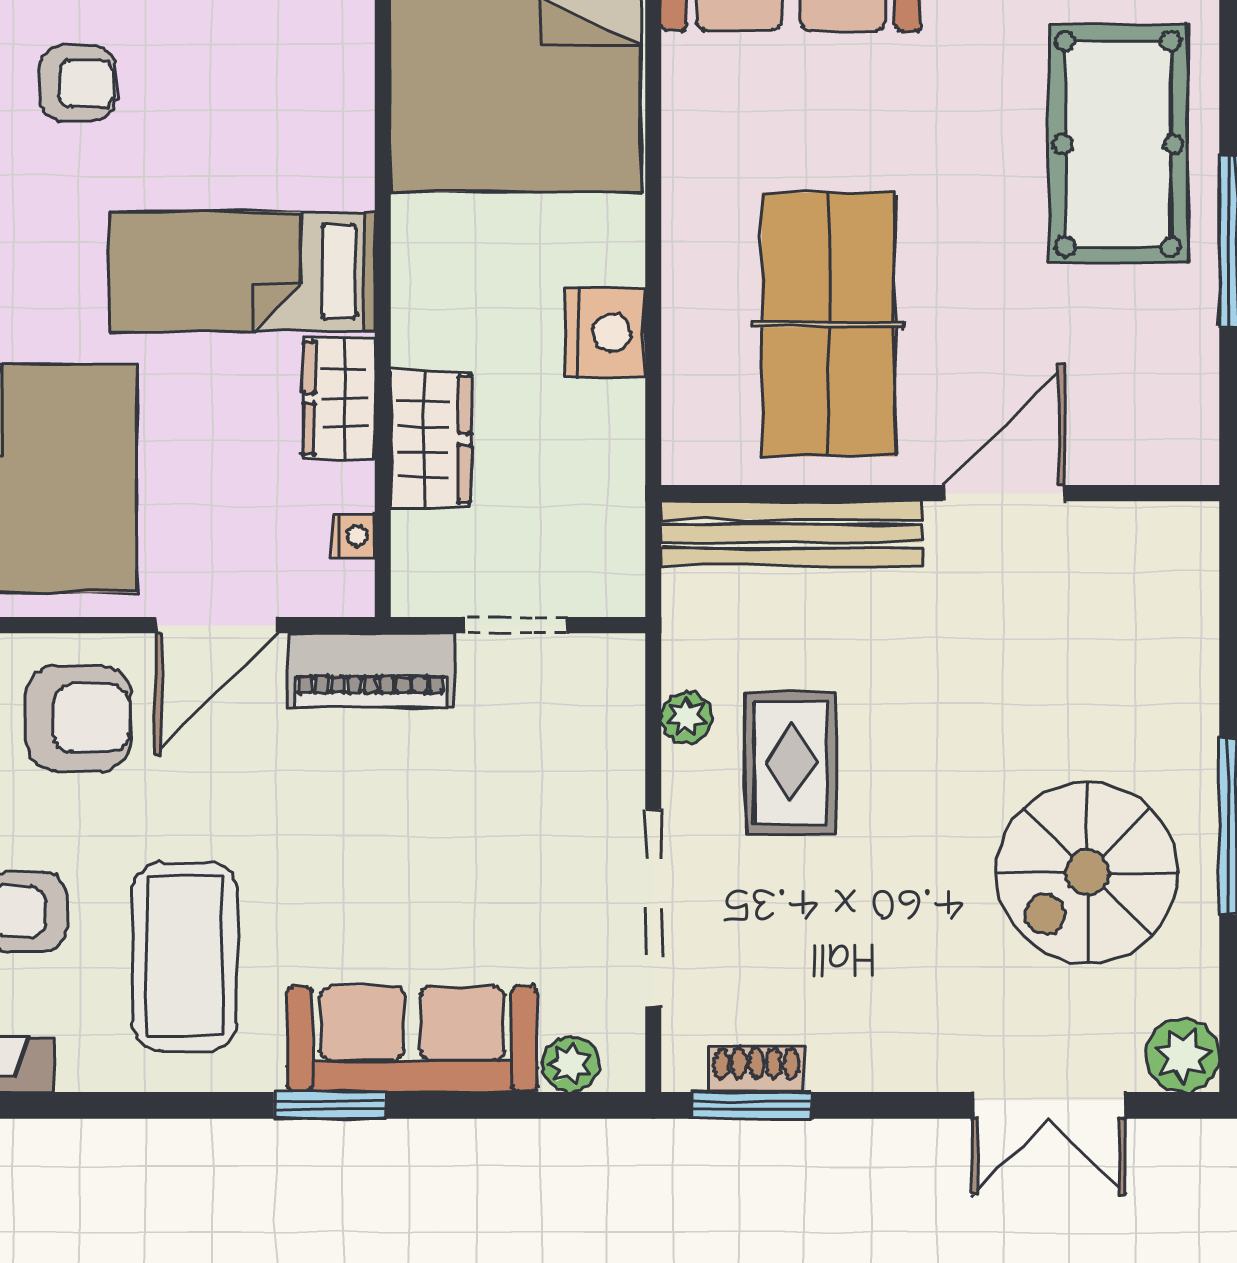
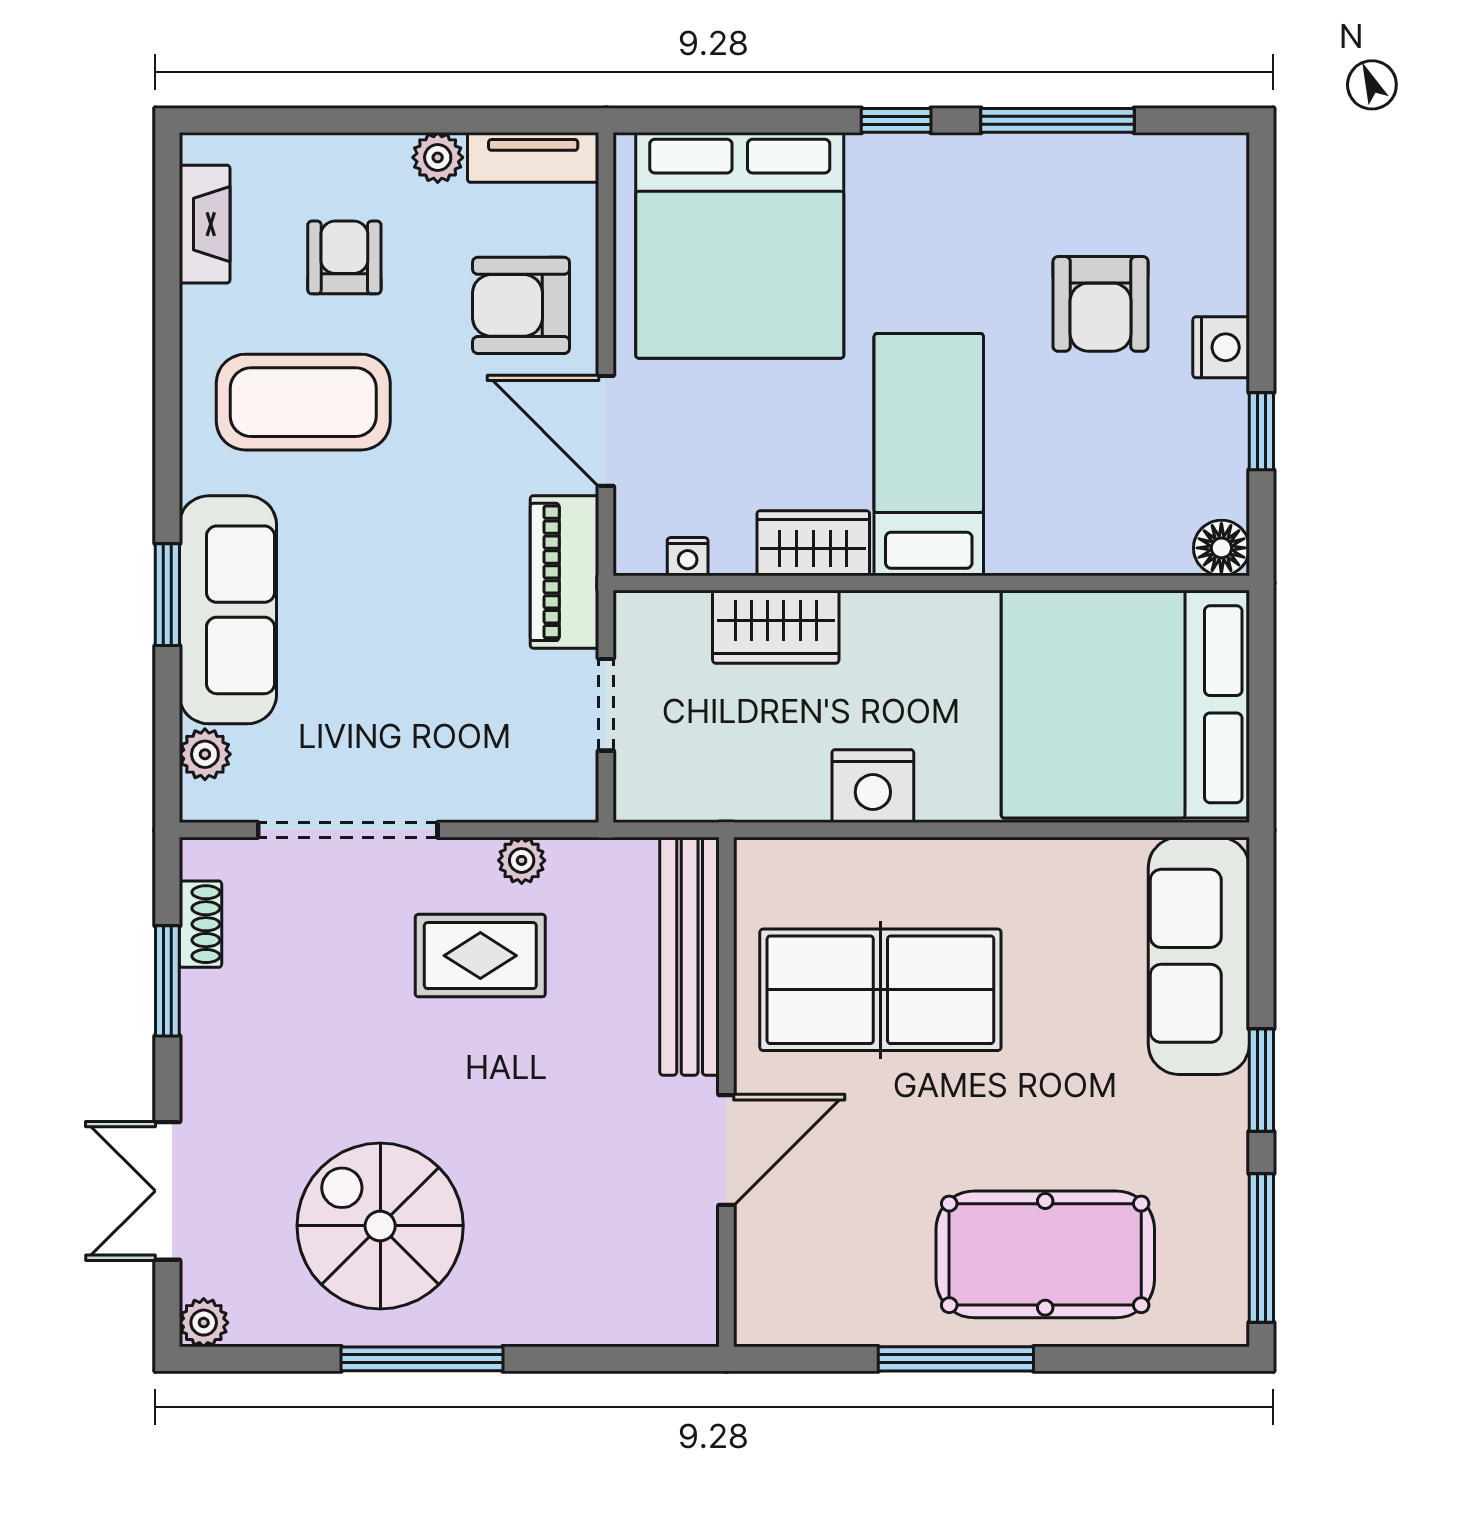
armchair: (77, 83) -> (1101, 304), width x1.38, depth x1.38
door: (1004, 493) -> (726, 1150), hinge flipped
armchair: (79, 718) -> (521, 305), turned 90
plant: (1183, 1056) -> (204, 1323), width x0.73, depth x0.73
window: (330, 1105) -> (167, 595), moved
window: (751, 1105) -> (167, 981), moved

